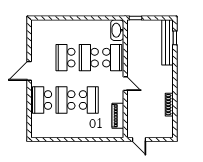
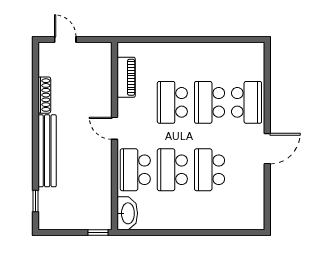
bench: (168, 42) -> (47, 151), moved
school desk: (65, 58) -> (209, 170), turned 180
school desk: (89, 58) -> (172, 170), turned 180
school desk: (65, 100) -> (209, 102), turned 180
door: (139, 140) -> (65, 39), moved

